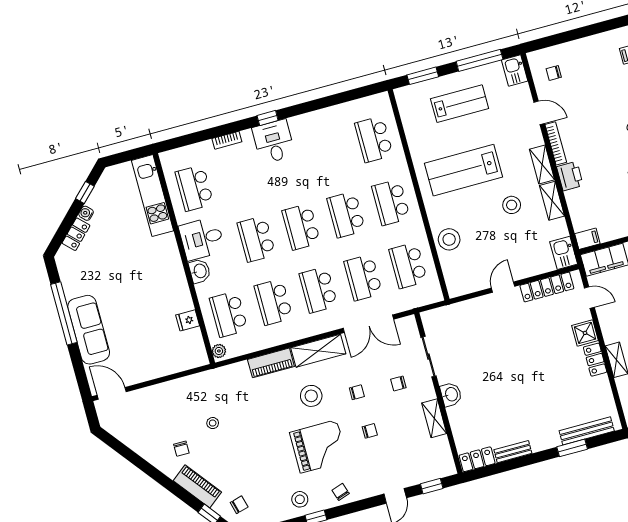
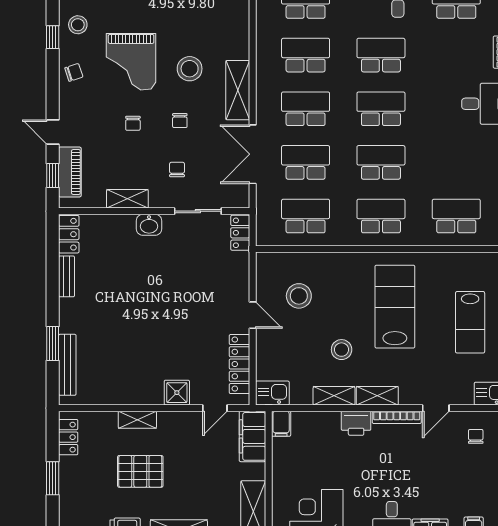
stool: (449, 239) -> (299, 296), moved
locker: (595, 360) -> (240, 233), moved, turned -90
piano: (271, 363) -> (70, 172), moved, turned 180

